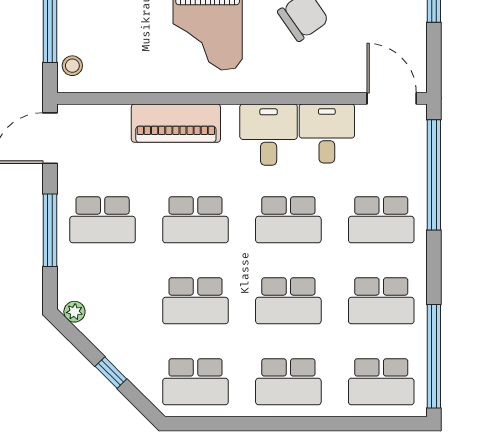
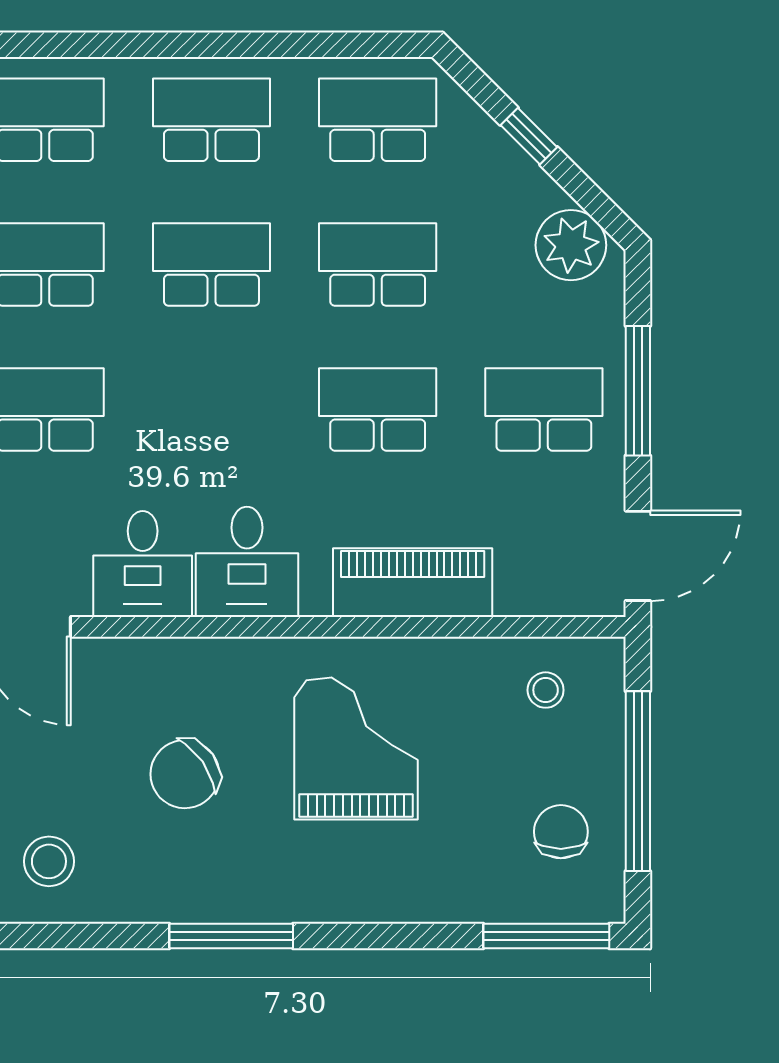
stool: (72, 66) -> (546, 690), moved
school desk: (288, 220) -> (211, 409), removed
plant: (74, 312) -> (571, 245), width x1.88, depth x1.88

